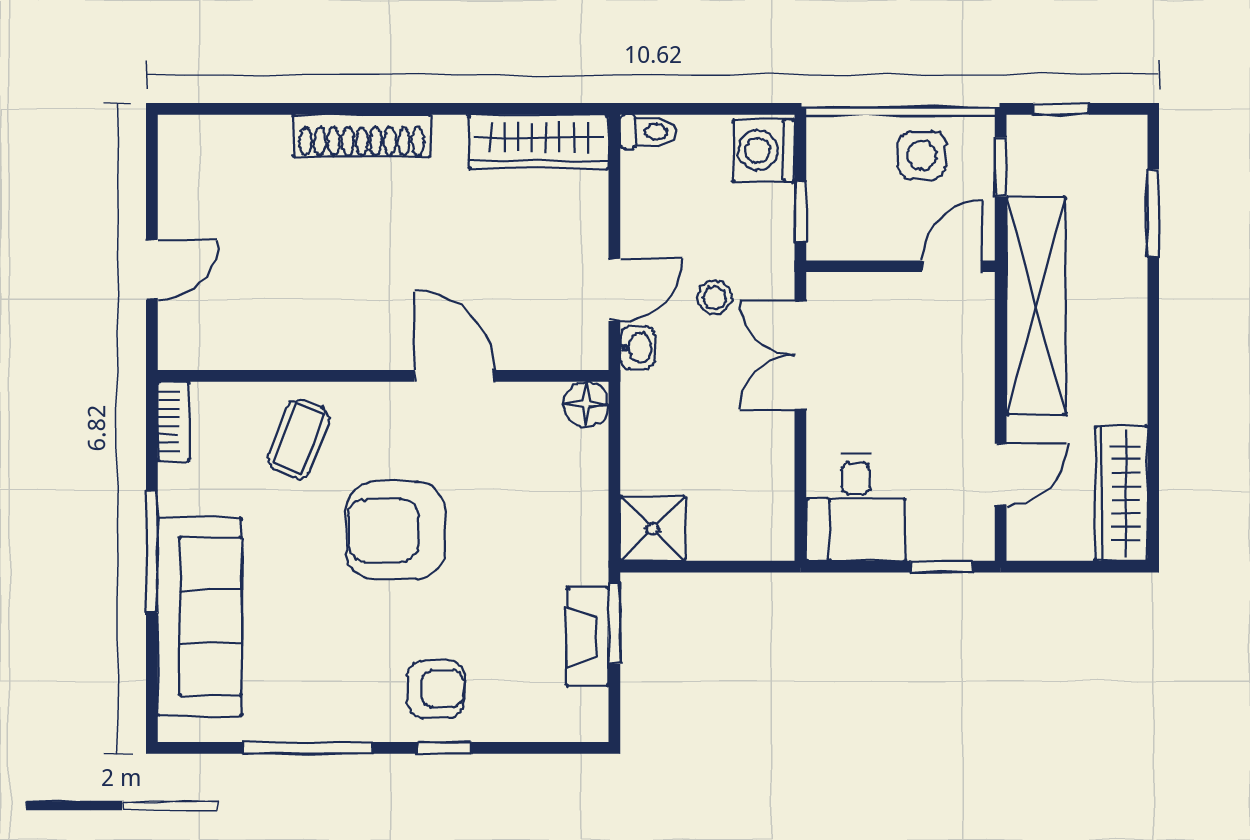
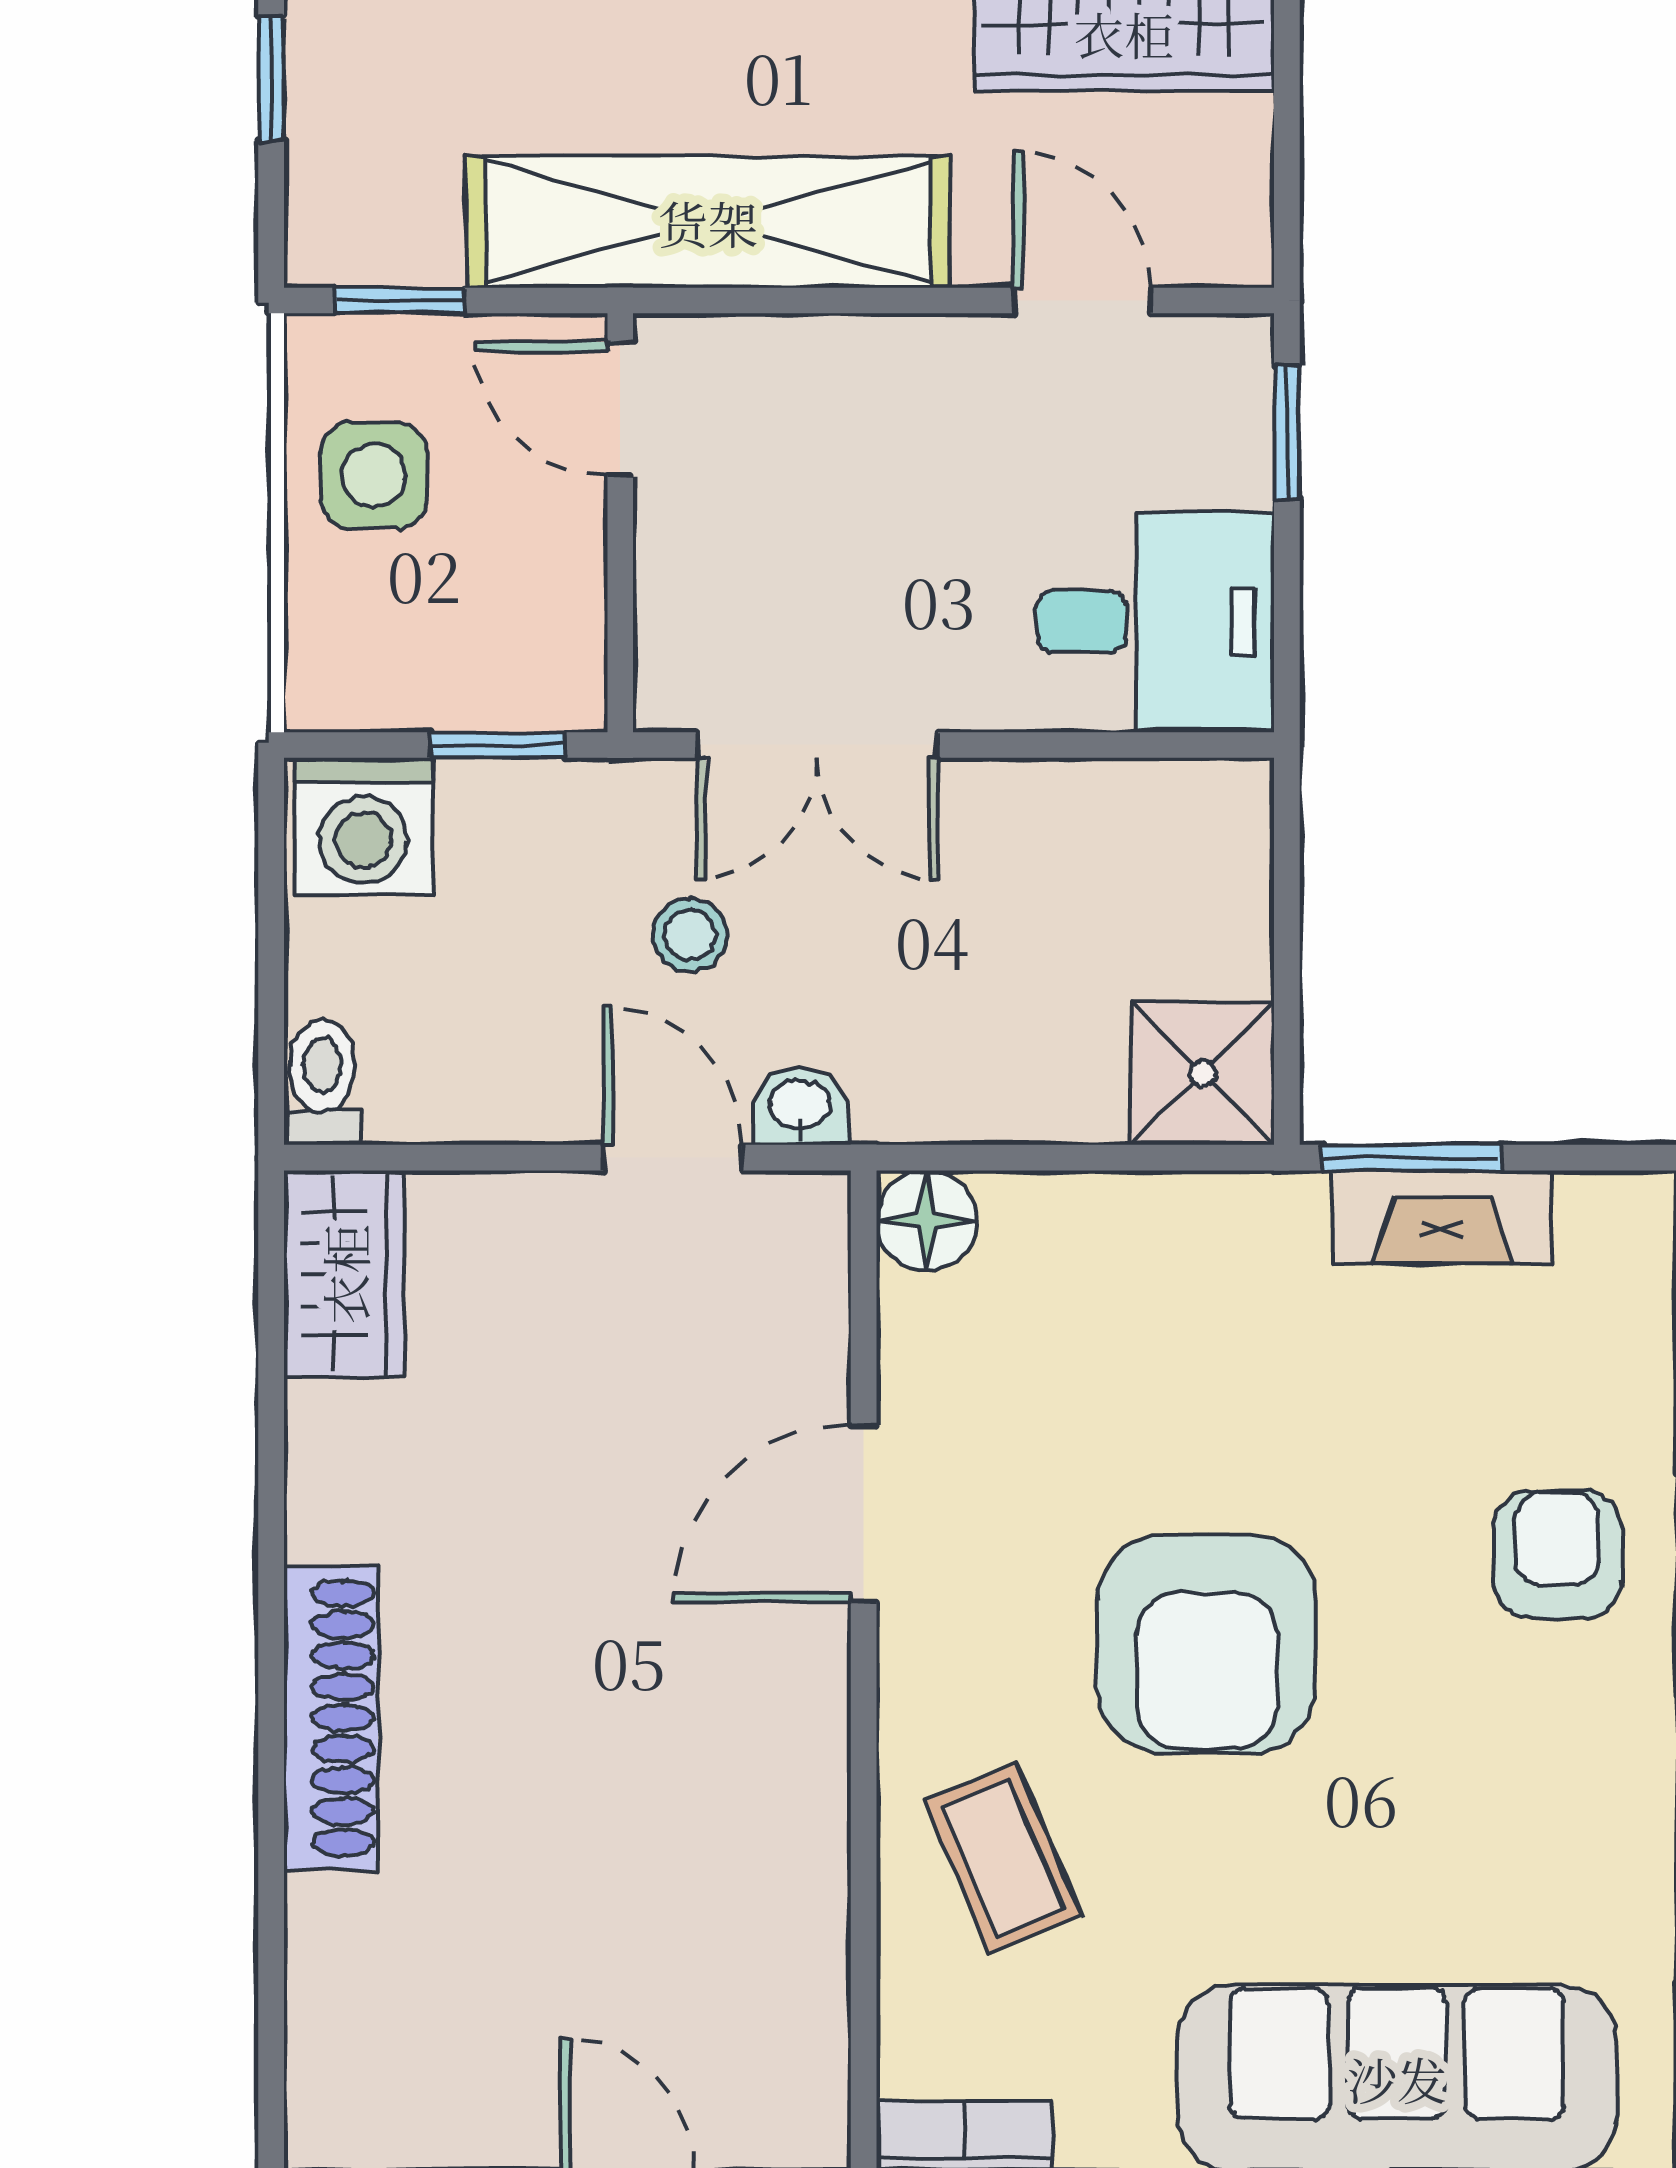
window: (1061, 109) -> (271, 79), moved
wardrobe: (539, 142) -> (344, 1274), width x0.67
coffee table: (299, 439) -> (1003, 1858), turned 46

